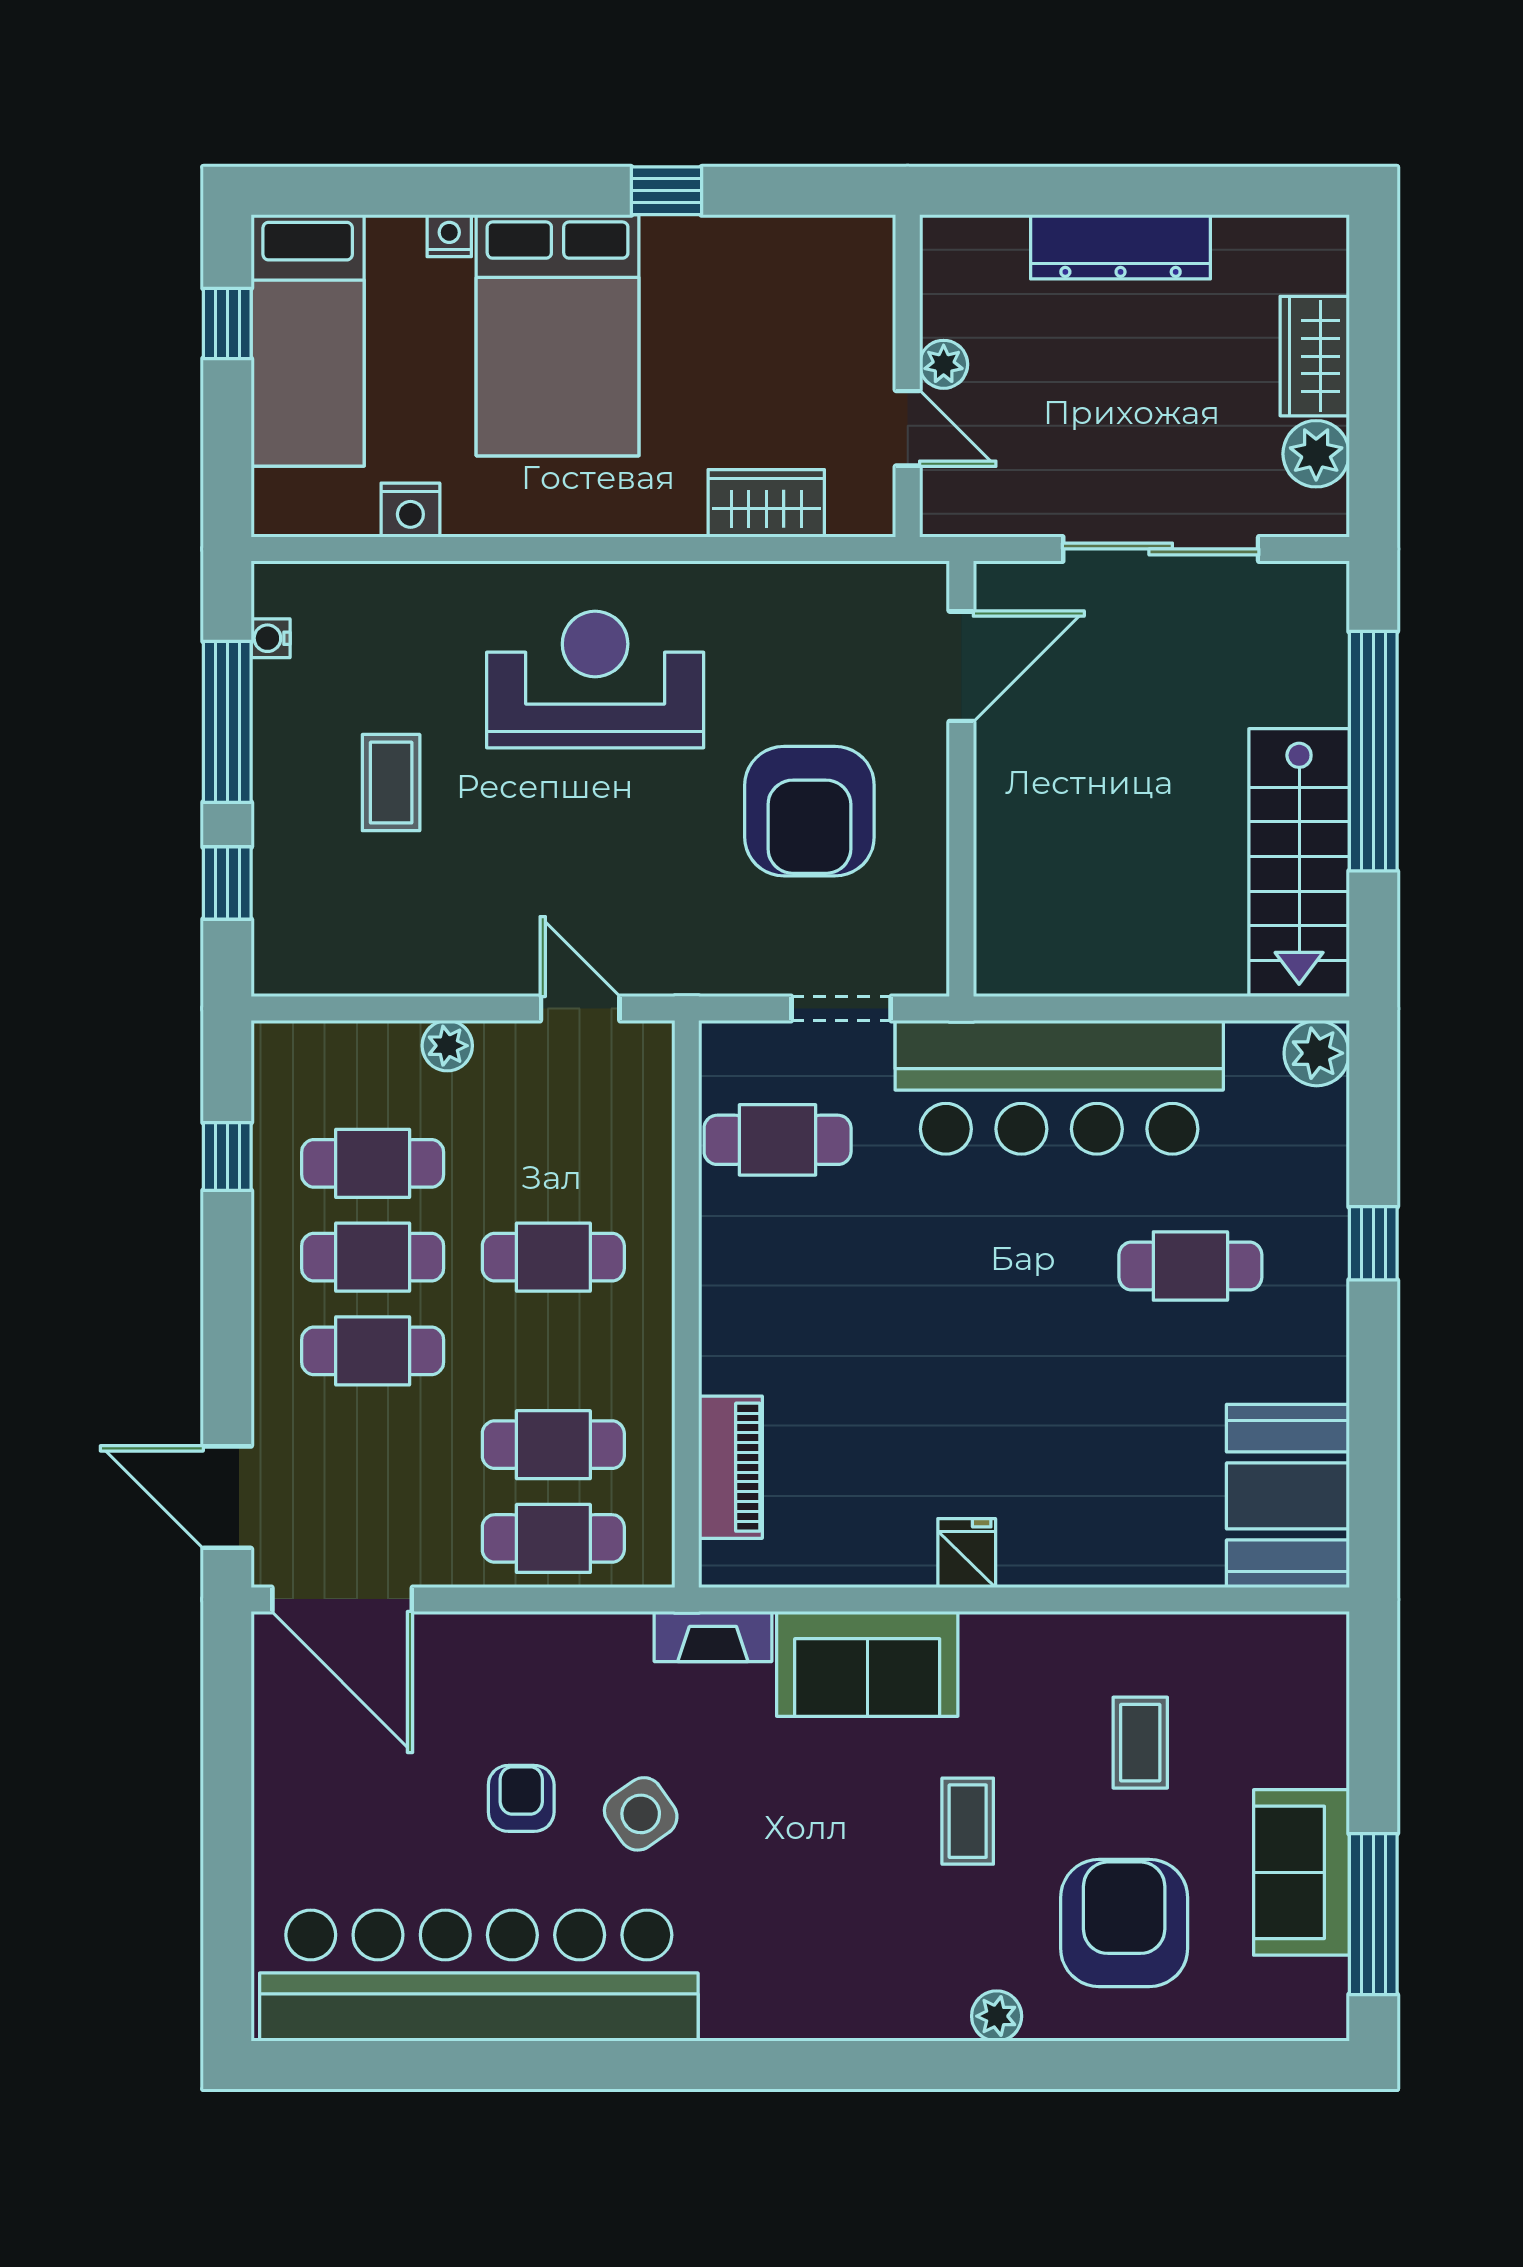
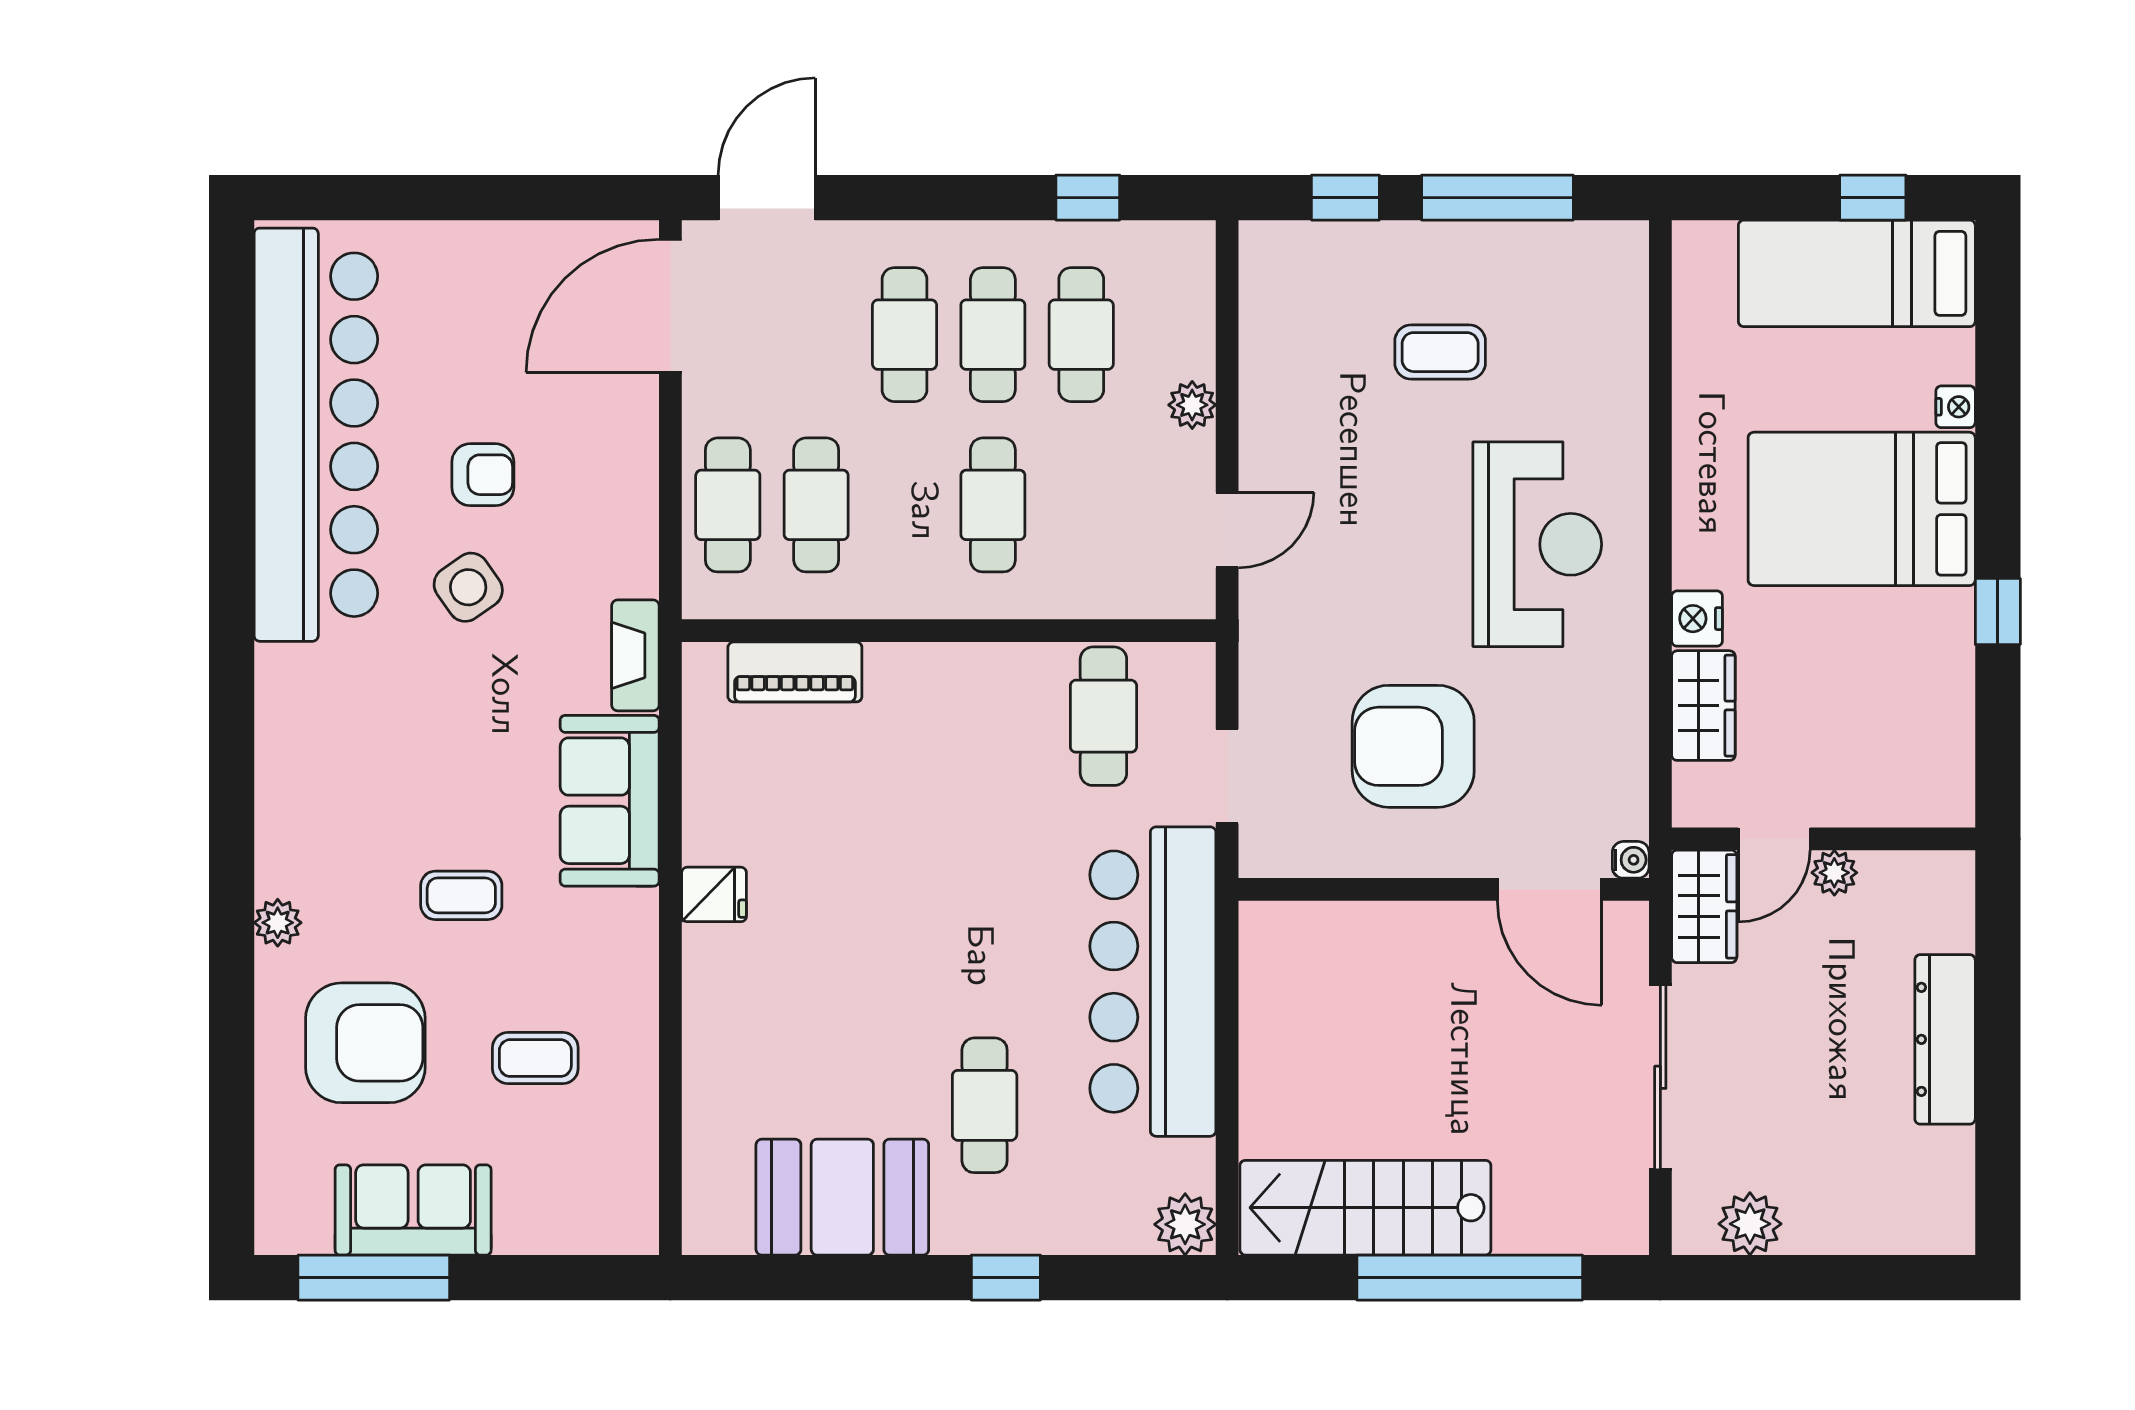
wardrobe: (1315, 356) -> (1704, 906), moved, turned 90
nightstand: (410, 510) -> (1697, 619), moved
water cooler: (271, 638) -> (1631, 860), moved, turned 90
booth: (1288, 1496) -> (842, 1197), moved

